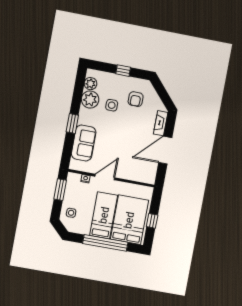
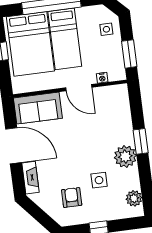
plant: (90, 100) -> (125, 157), moved
sofa: (84, 143) -> (38, 108), moved, turned -90
door: (165, 150) -> (14, 146), hinge flipped
door: (105, 177) -> (79, 88), hinge flipped

